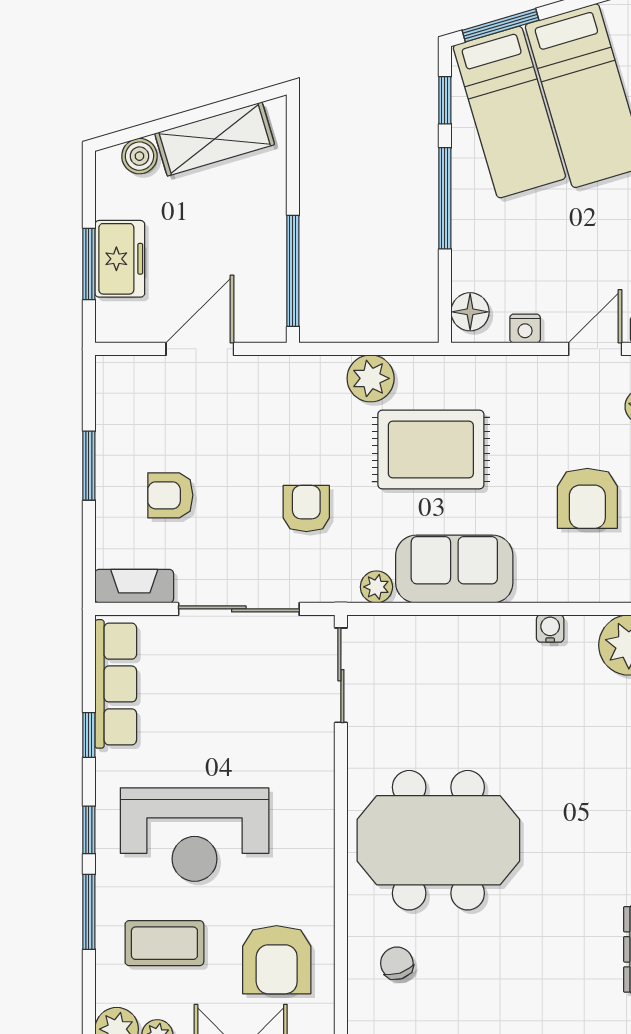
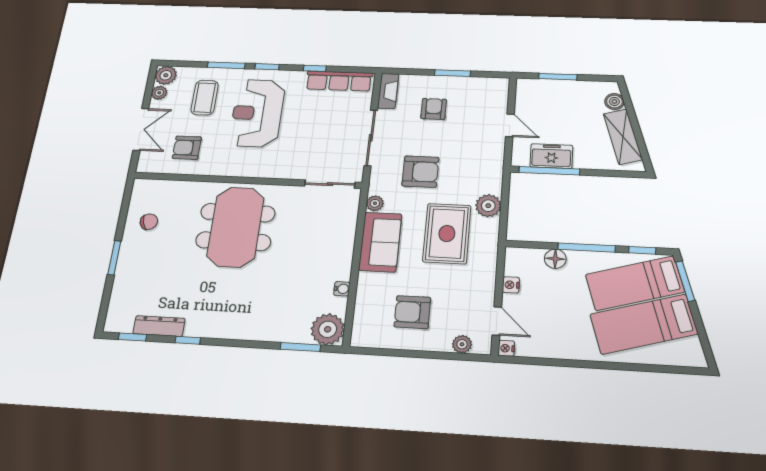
freezer: (120, 259) -> (551, 156), moved, turned 180
floor lamp: (470, 312) -> (555, 259), moved
door: (200, 349) -> (510, 125), width x0.73
armchair: (306, 509) -> (420, 172), width x1.38, depth x1.38
armchair: (277, 960) -> (187, 148), width x0.72, depth x0.72
chair: (397, 963) -> (149, 222), moved

